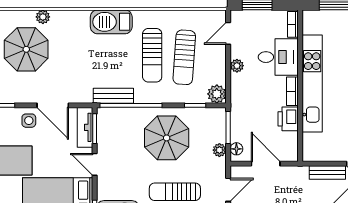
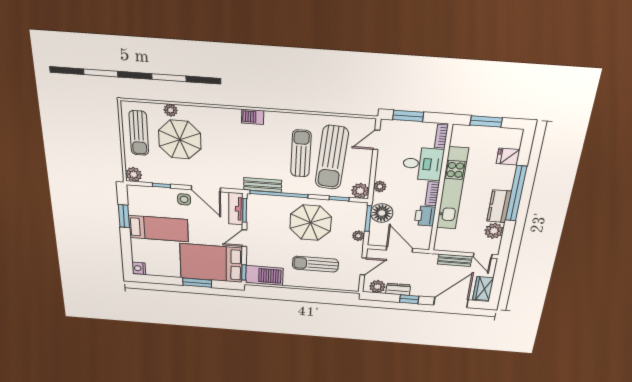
plant: (43, 17) -> (171, 110), moved
barbecue: (111, 22) -> (253, 117), width x0.53, depth x0.65
sun lounger: (152, 55) -> (301, 154), turned 180
sun lounger: (184, 57) -> (332, 158), width x1.36, depth x1.34
plant: (237, 66) -> (380, 187), moved
floor lamp: (236, 149) -> (382, 213), moved, width x1.89, depth x1.89
door: (95, 164) -> (244, 238), hinge flipped

